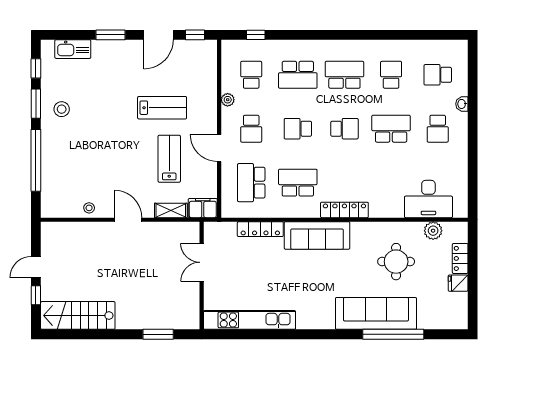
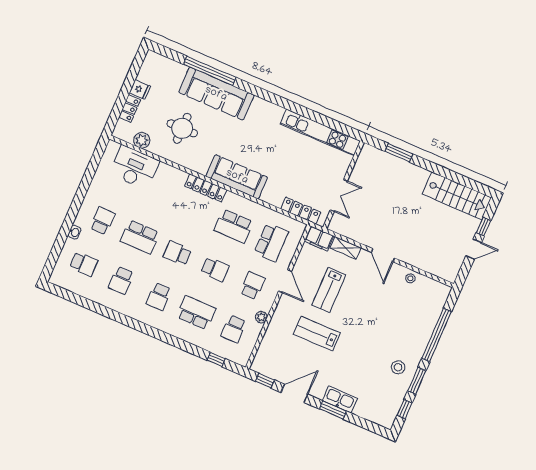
kitchen sink: (73, 49) -> (340, 399), moved
school desk: (344, 75) -> (159, 297), width x0.54
locker: (260, 229) -> (301, 211), moved

